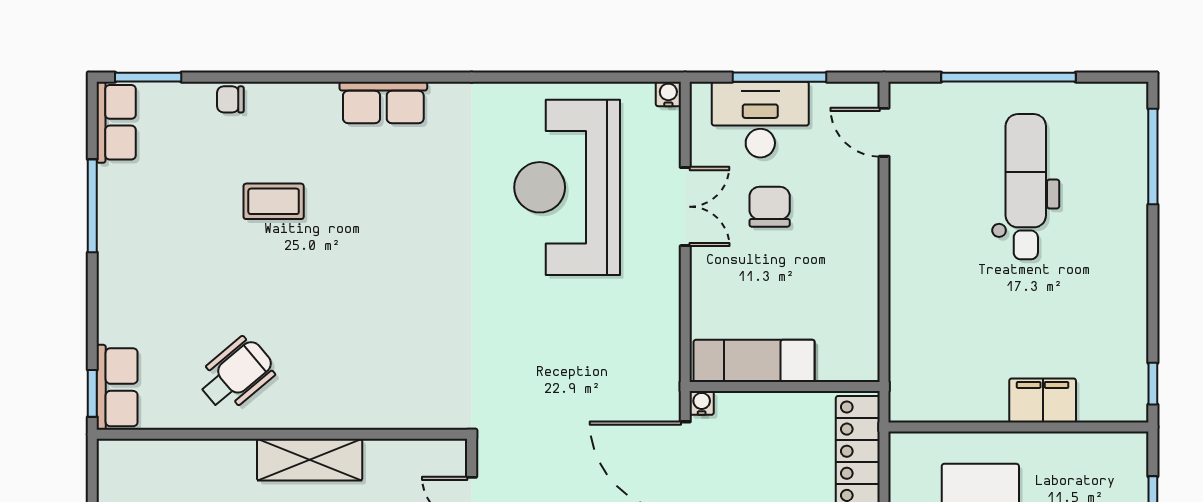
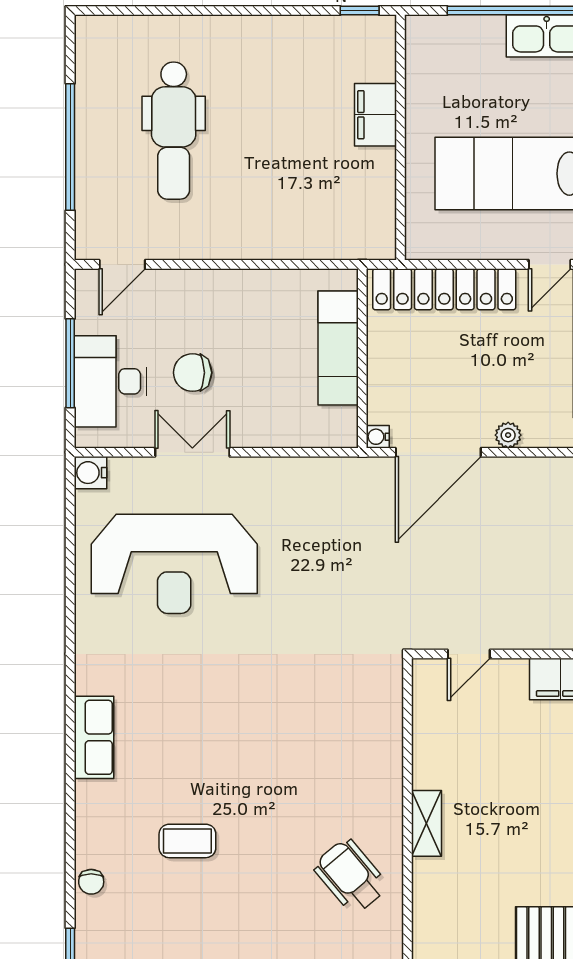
water cooler: (668, 94) -> (91, 473), width x1.38, depth x1.38
window: (1153, 157) -> (145, 11), removed
dental chair: (1026, 187) -> (174, 131), turned -90
coffee table: (274, 201) -> (187, 841), turned 90
exam couch: (754, 361) -> (338, 348), moved
shelving: (310, 460) -> (427, 823), width x0.67, depth x0.75

